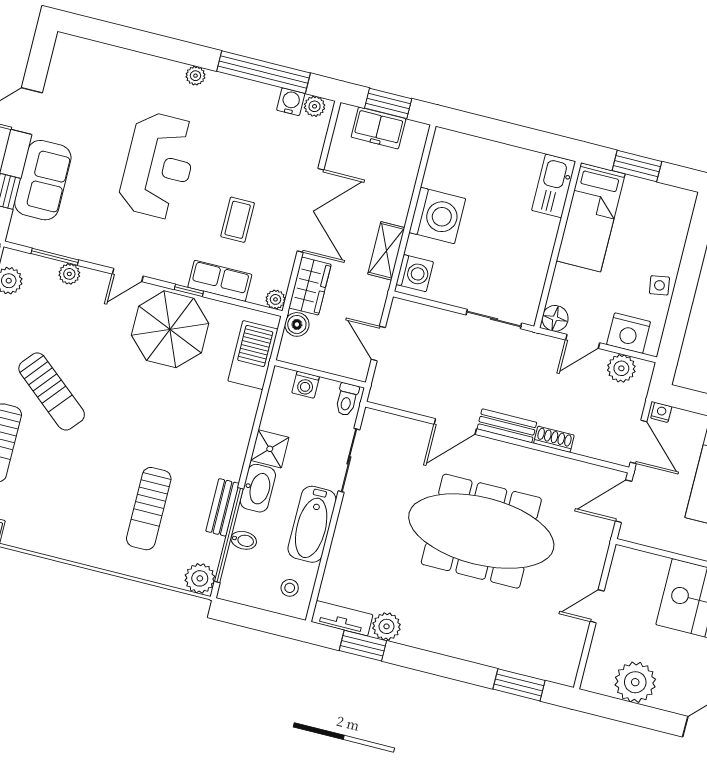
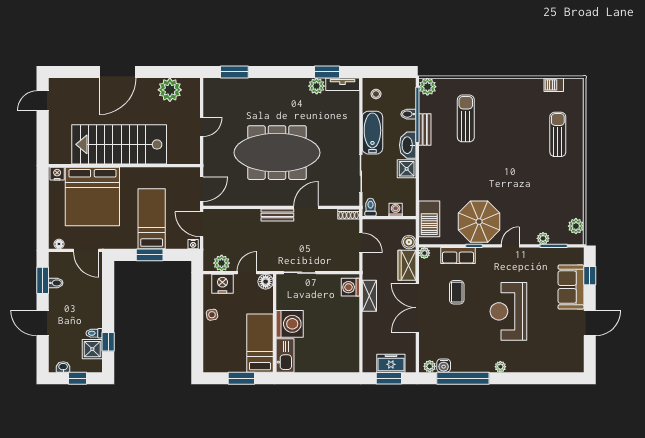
washing machine: (437, 216) -> (290, 324), moved, turned 180
sun lounger: (52, 392) -> (536, 170), removed
shoe rack: (554, 439) -> (349, 214), moved

